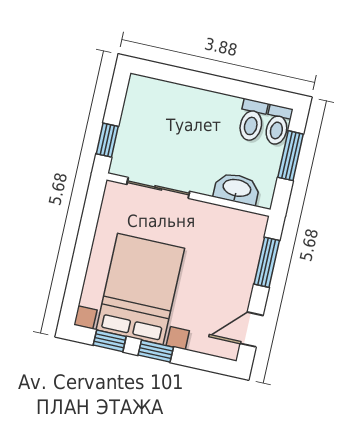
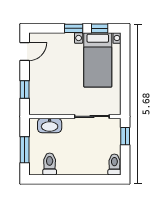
toilet: (278, 125) -> (114, 165), moved
window: (267, 262) -> (25, 89), width x0.67
bed with nightstands: (140, 289) -> (98, 60), width x0.73

